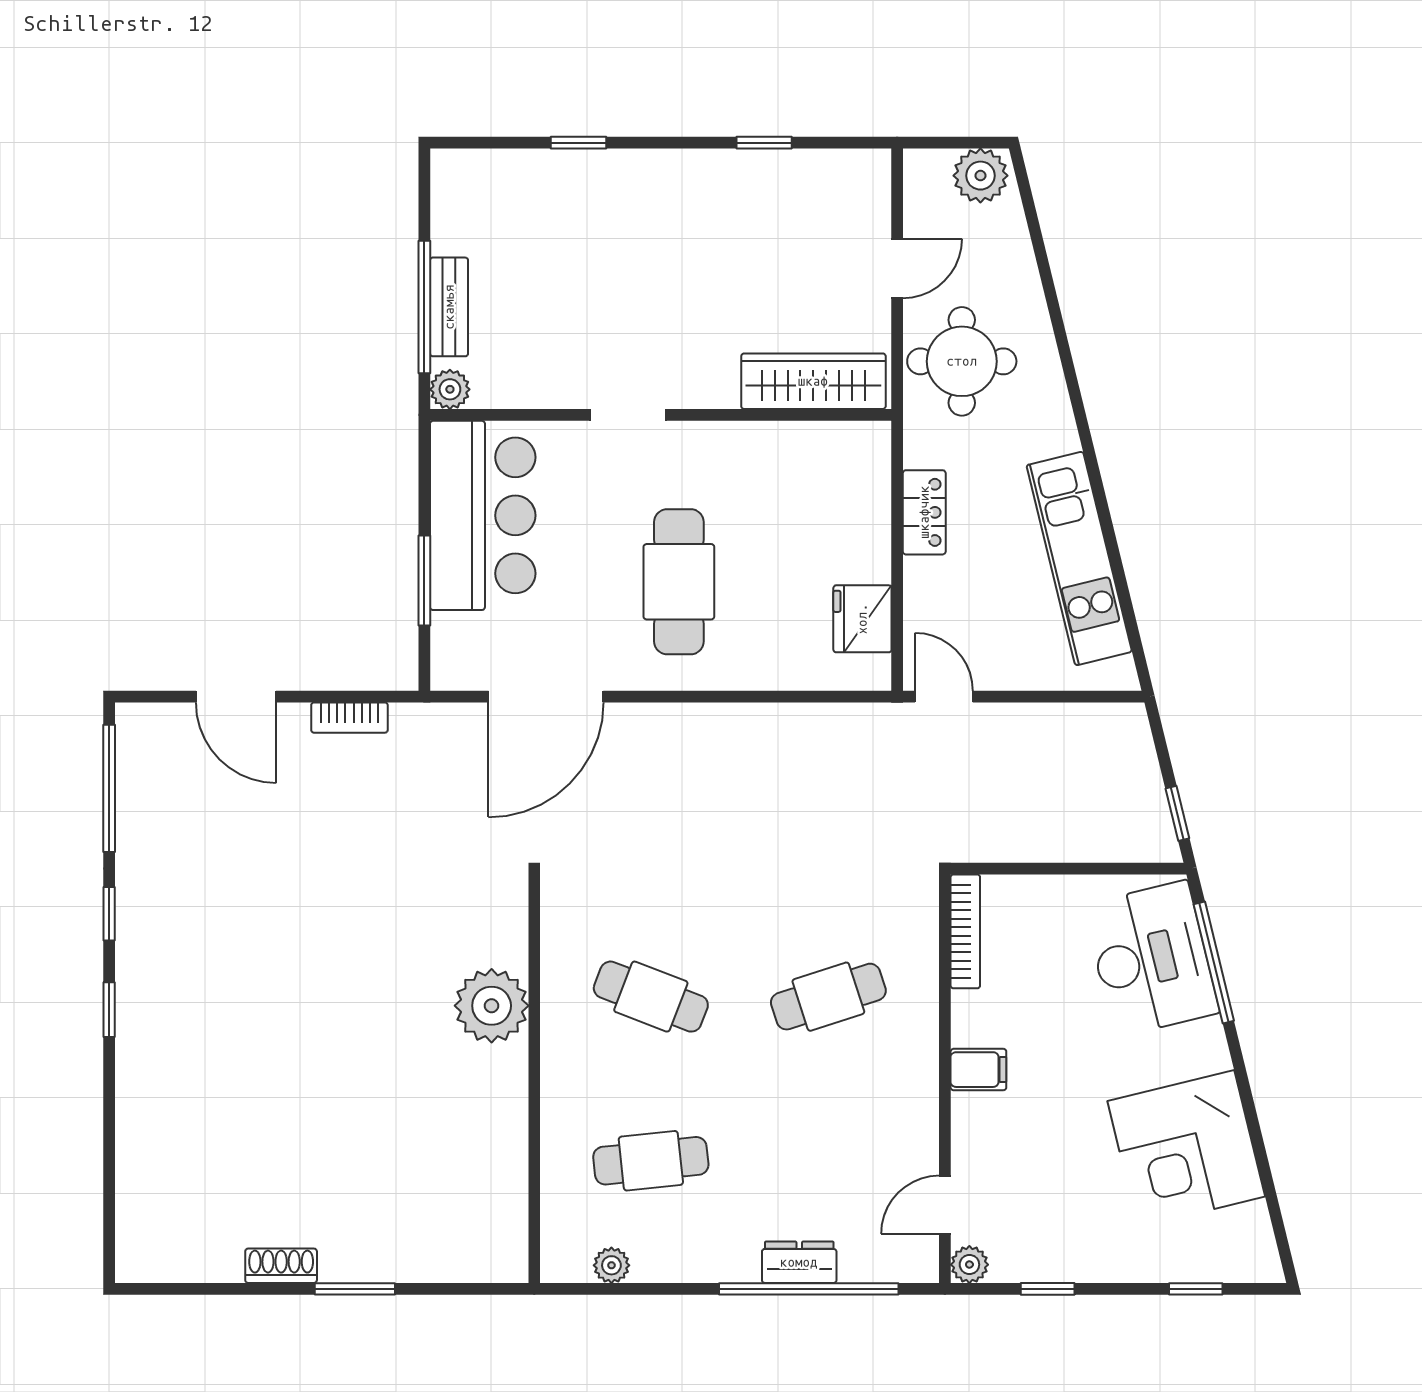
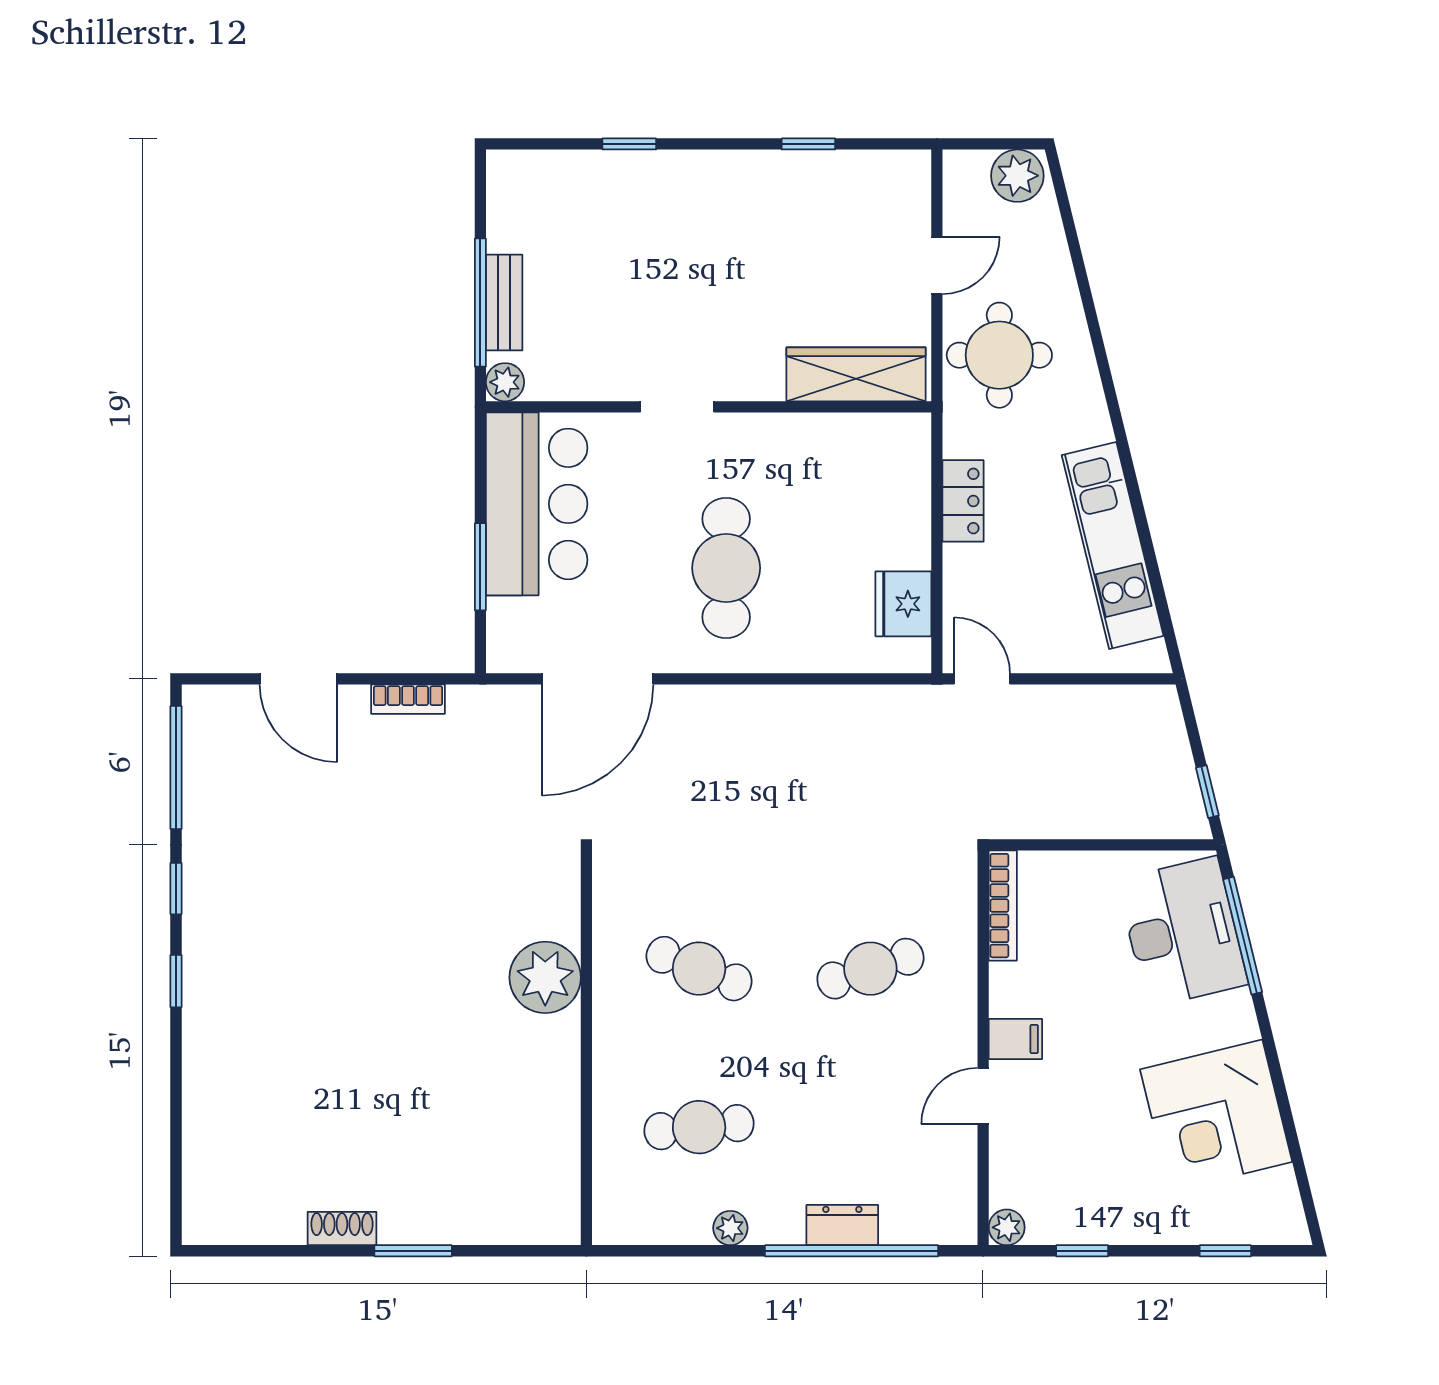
door: (945, 1205) -> (983, 1096), moved
plant: (611, 1265) -> (730, 1228), moved

